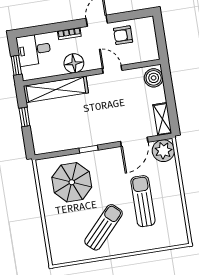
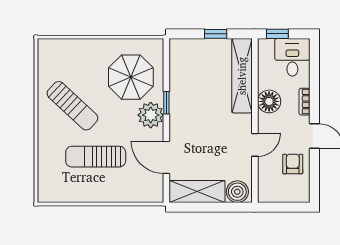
shelving: (162, 119) -> (197, 192), width x1.50, depth x1.33
plant: (163, 151) -> (151, 115), moved
sun lounger: (143, 201) -> (96, 157), turned 180

